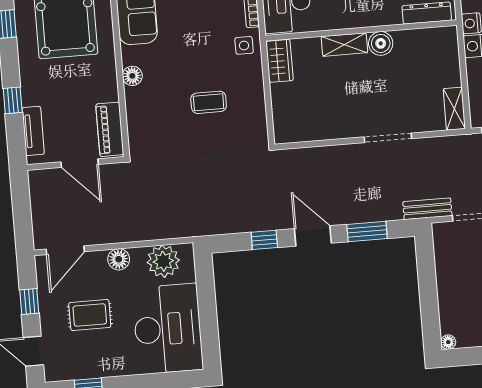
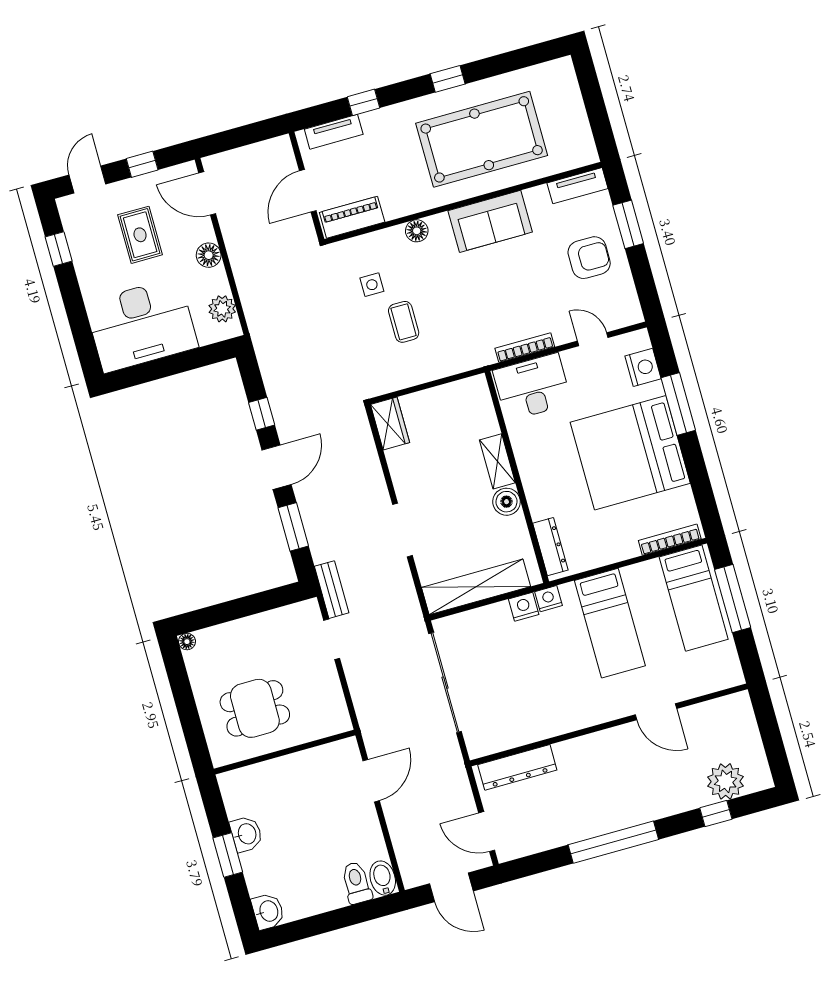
side table: (244, 45) -> (372, 285), moved
wardrobe: (279, 61) -> (390, 424), moved, turned -90
shelving: (454, 109) -> (476, 587), width x2.20, depth x1.33
plant: (163, 261) -> (222, 309), width x0.73, depth x0.73

